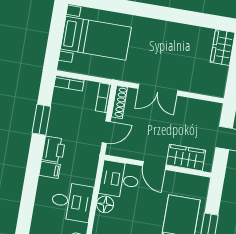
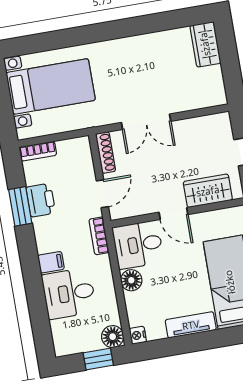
bookcase: (104, 98) -> (99, 236), moved
printer: (53, 149) -> (41, 200), moved
desk: (72, 202) -> (69, 293), moved, turned 180

